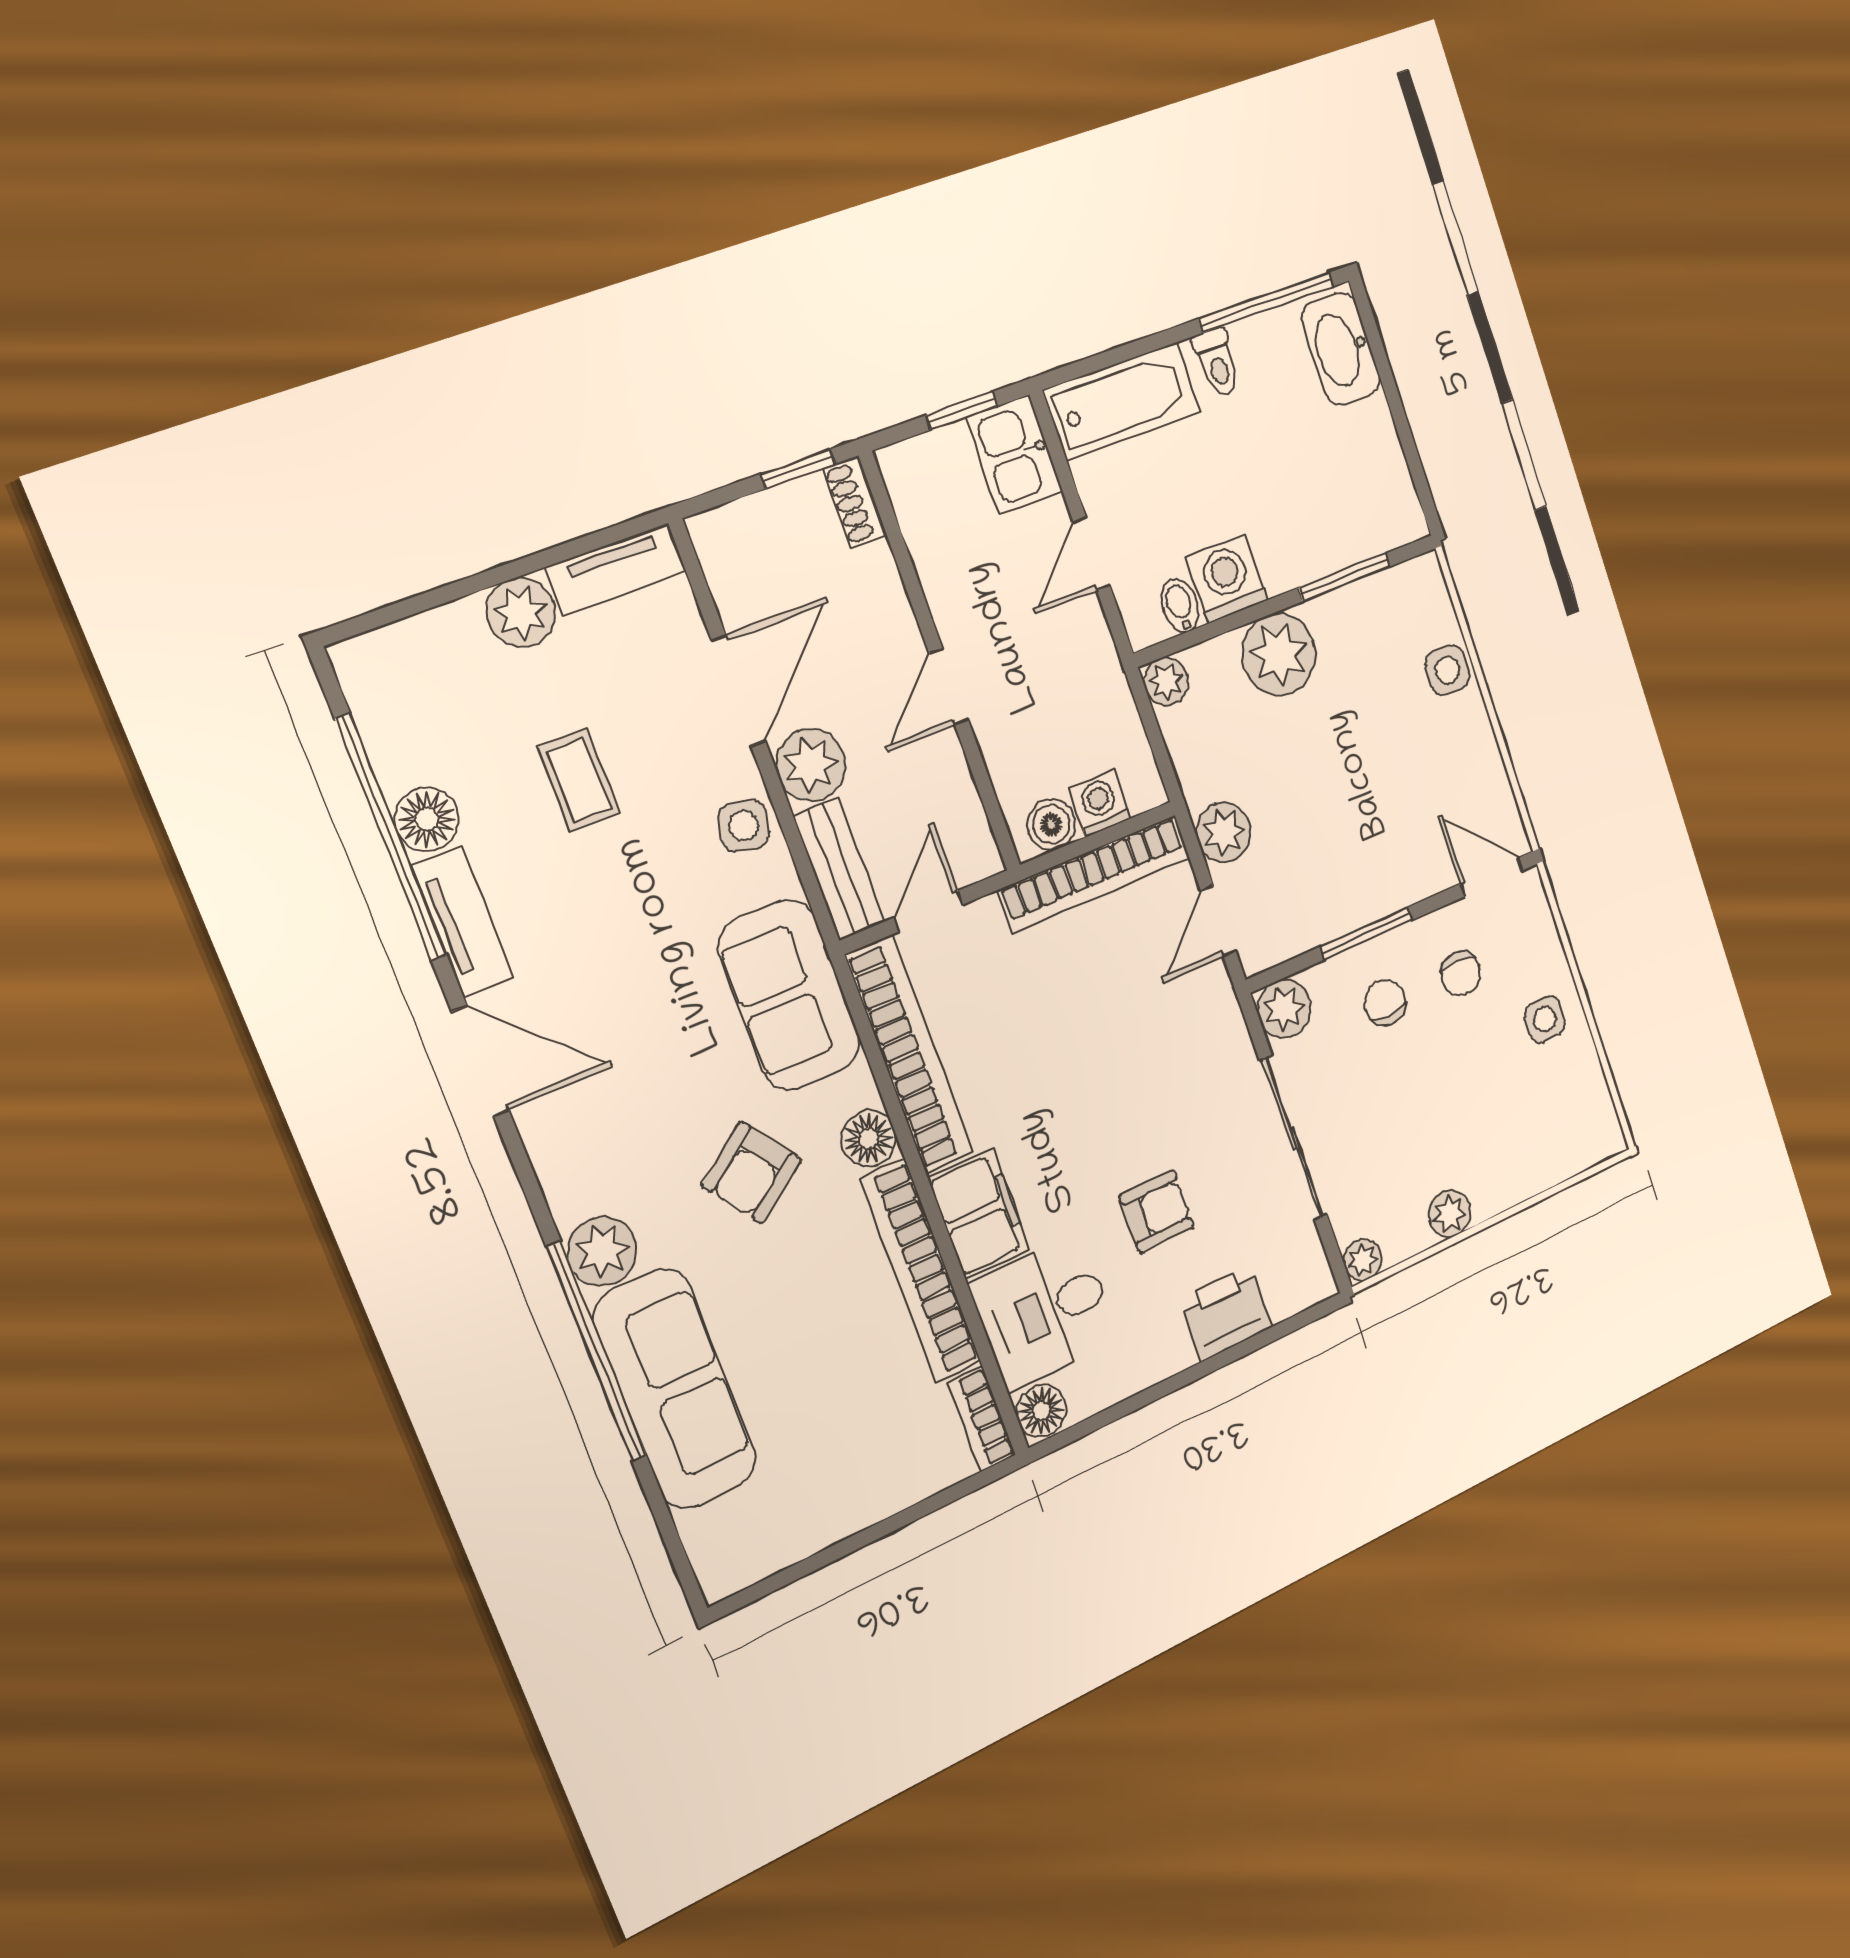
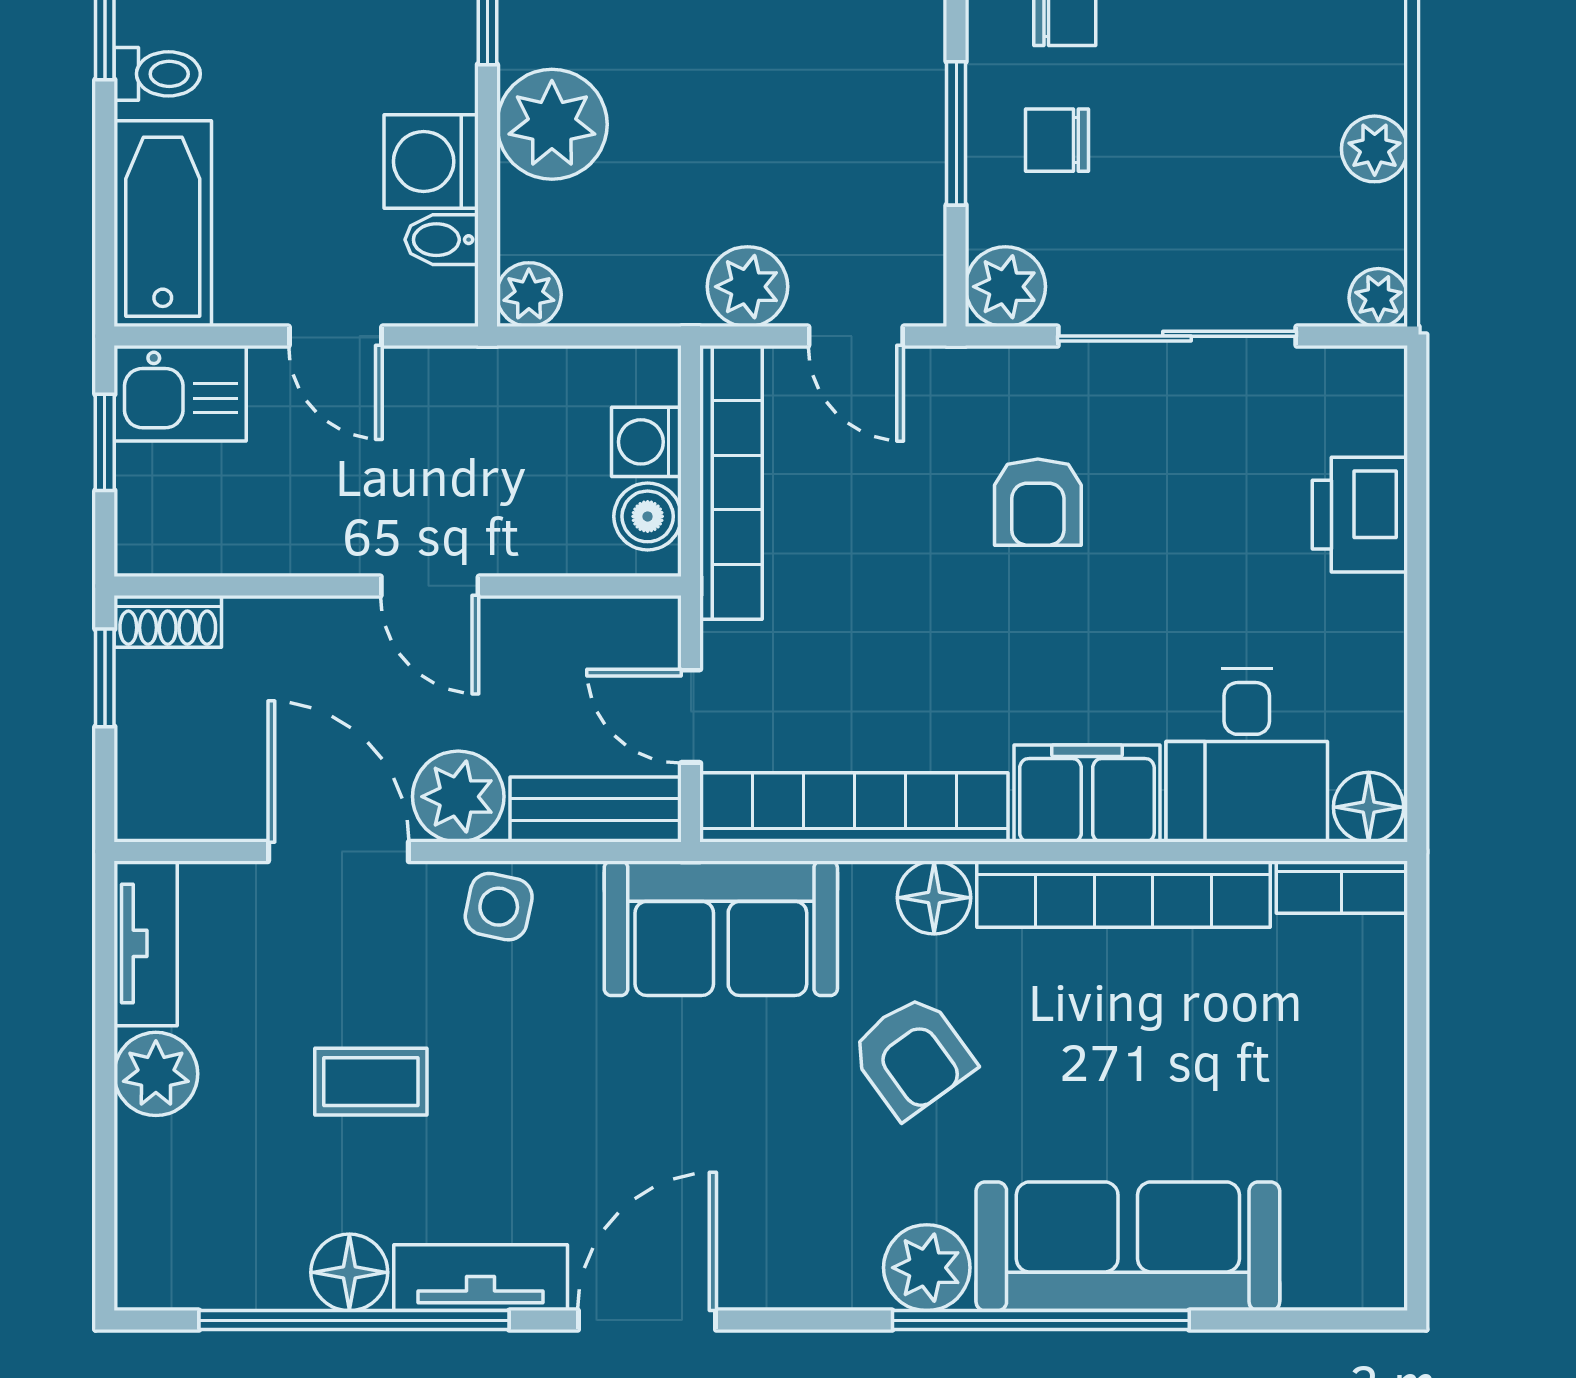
armchair: (1157, 1211) -> (1038, 502), moved, turned 180

